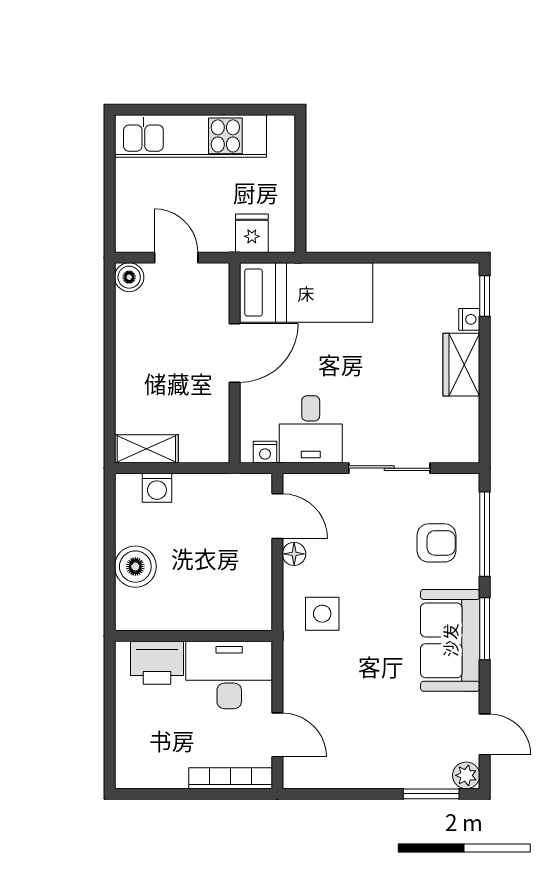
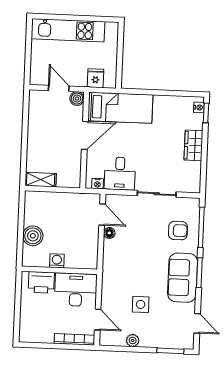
boiler: (129, 277) -> (77, 99), moved
nightstand: (469, 319) -> (199, 107), moved
washing machine: (157, 488) -> (57, 261), moved, turned 180
side table: (322, 614) -> (141, 304), moved
plant: (466, 775) -> (133, 340), moved

